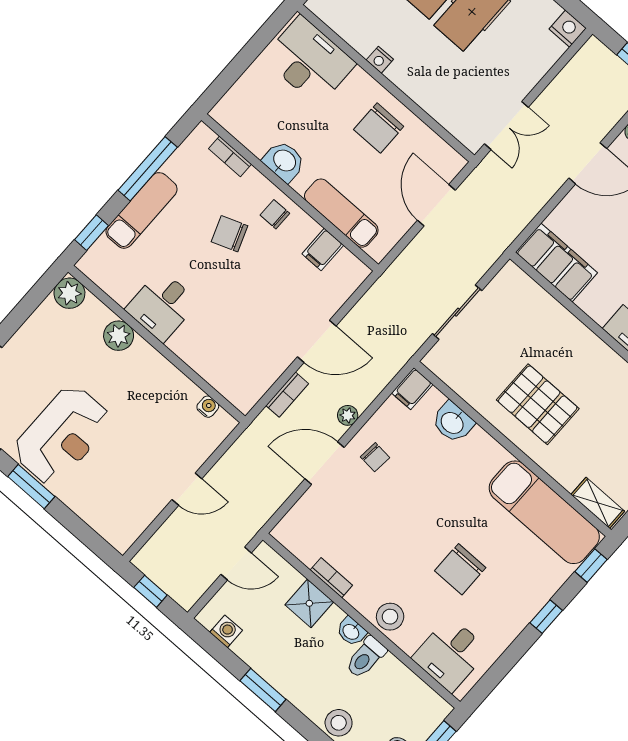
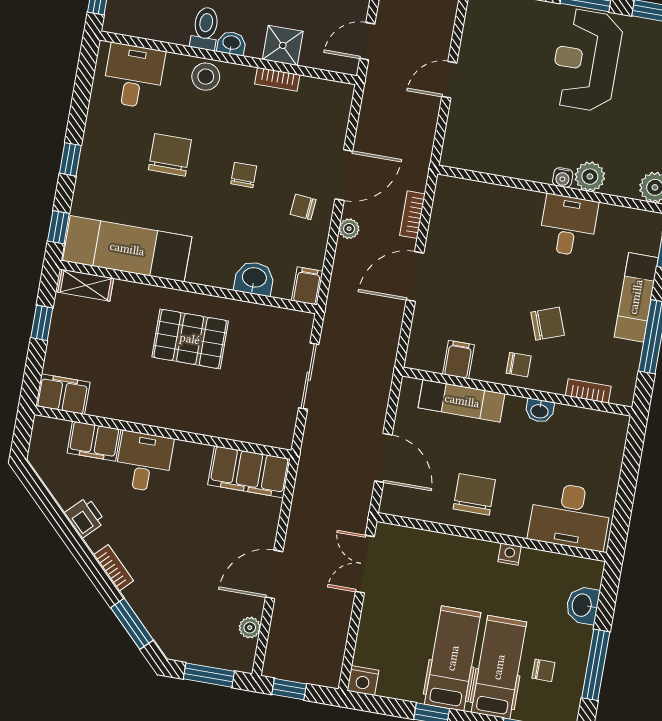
washbasin: (284, 161) -> (540, 411), width x0.72, depth x0.69
water cooler: (208, 407) -> (563, 178), moved
chair: (409, 515) -> (244, 175), added

